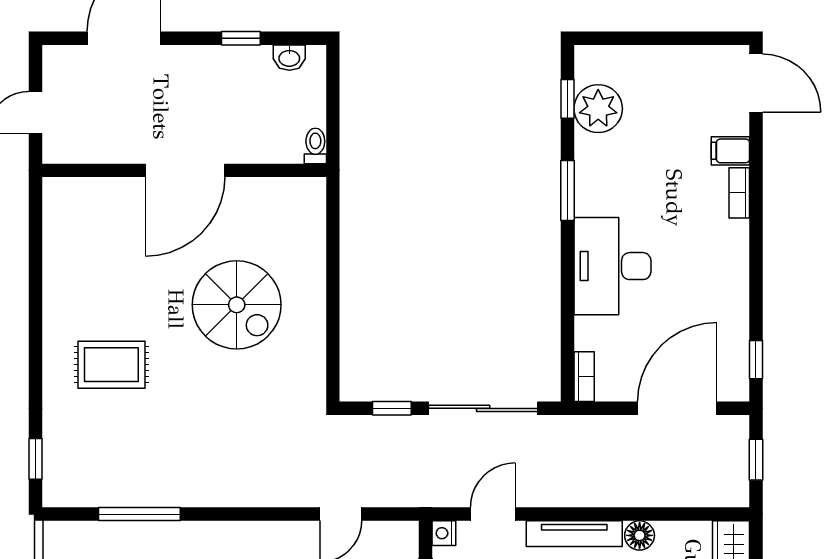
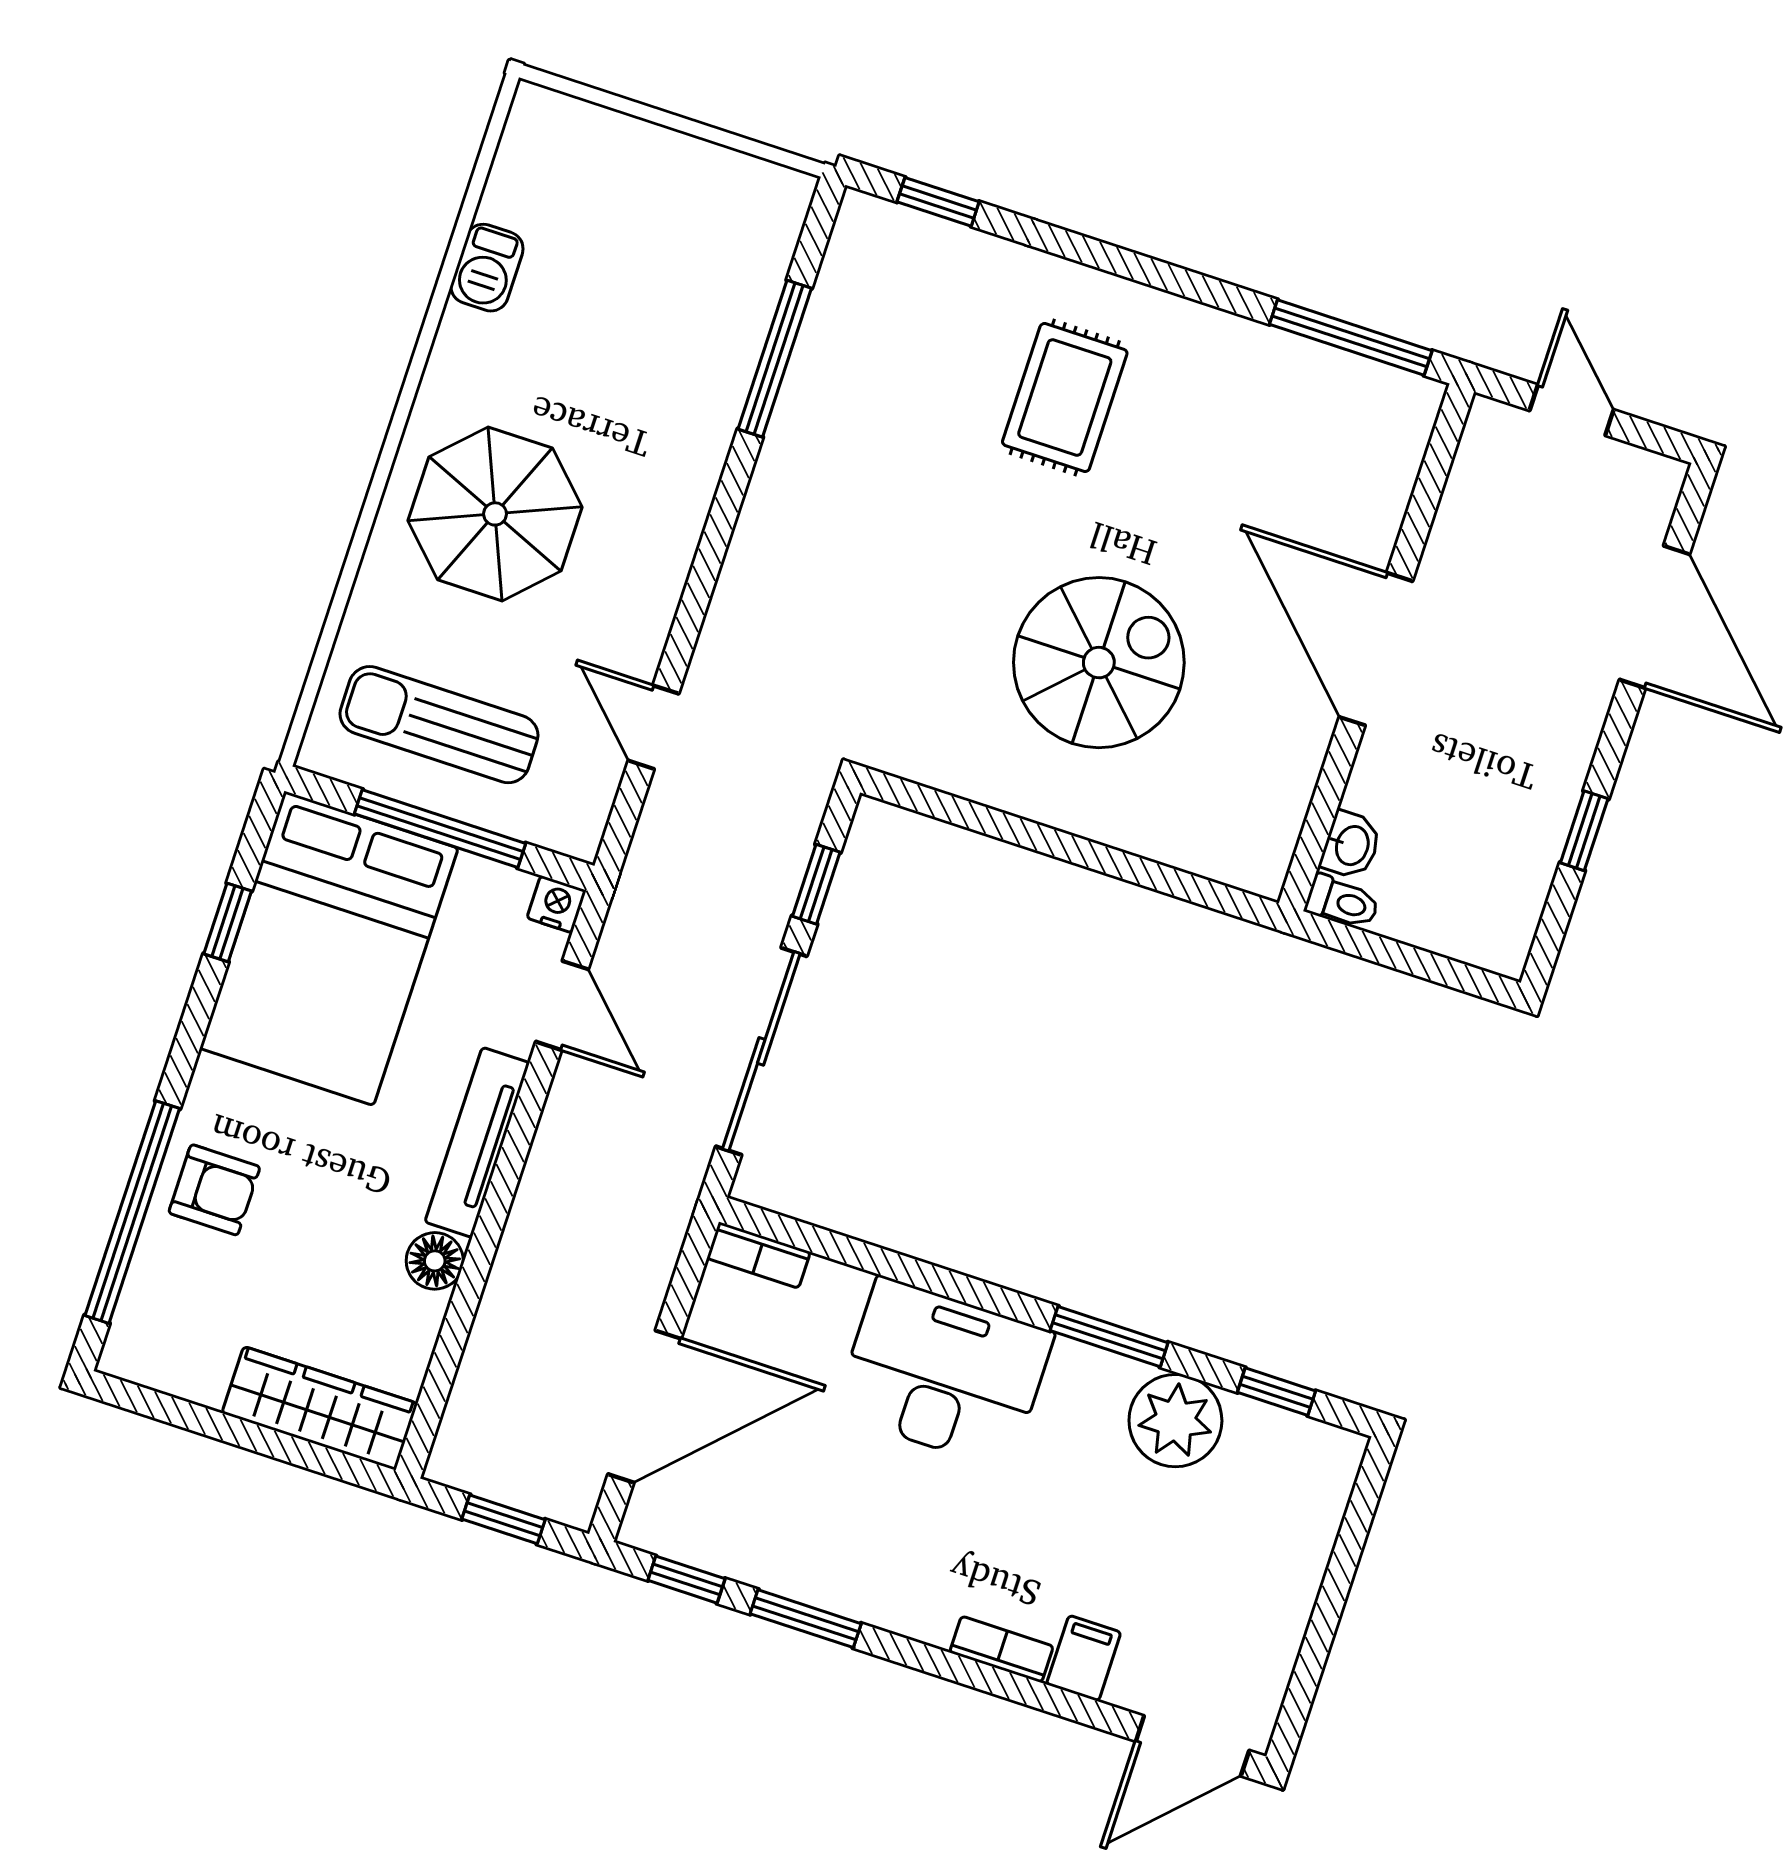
washbasin: (289, 58) -> (1351, 845), moved, turned 180
plant: (598, 109) -> (1175, 1421), moved
window: (35, 233) -> (1351, 338), added
window: (756, 294) -> (806, 1619), added
spiral stairs: (237, 305) -> (1099, 663), turned 180
door: (677, 408) -> (645, 1406), hinge flipped

